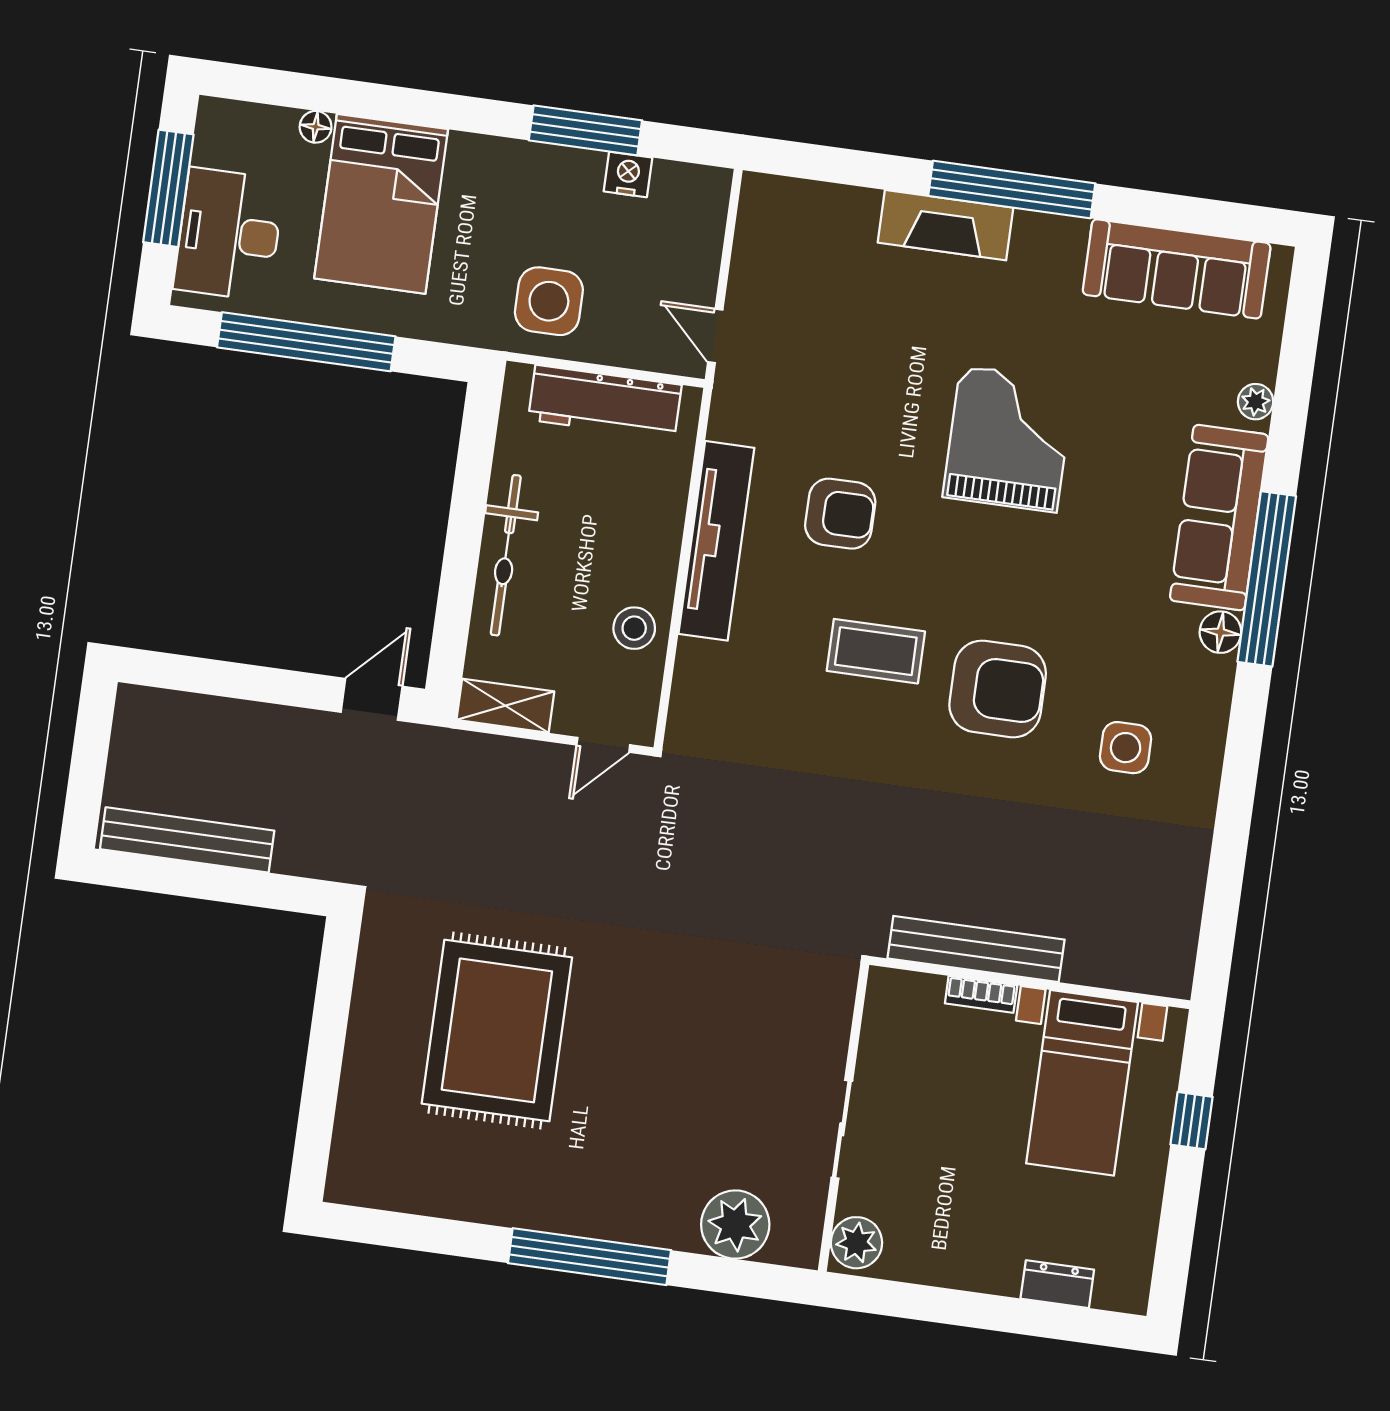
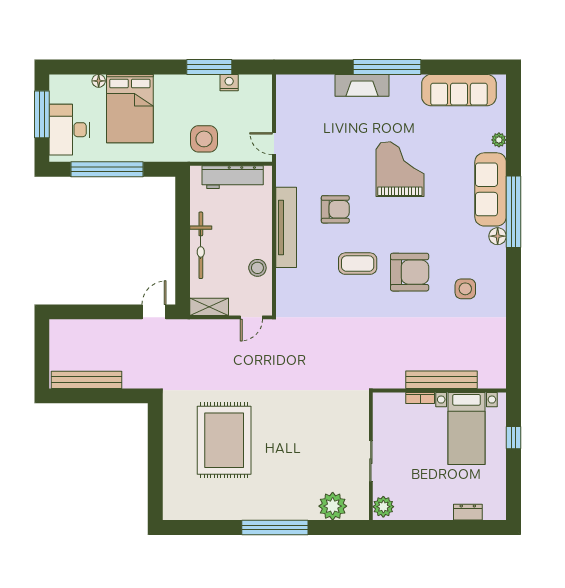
bench: (976, 949) -> (442, 380), moved

